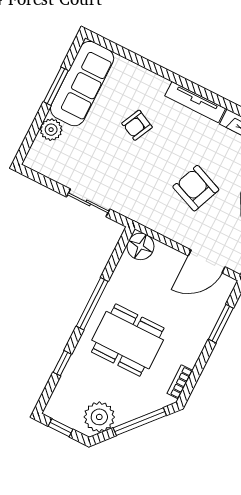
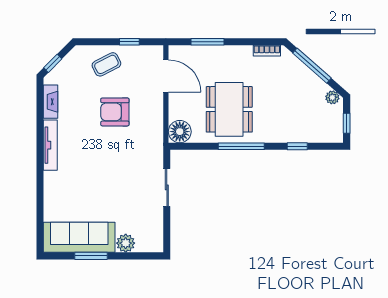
armchair: (137, 125) -> (90, 180), removed
armchair: (196, 188) -> (115, 112), turned 68
dining table: (128, 340) -> (229, 109), moved
plant: (99, 417) -> (332, 97), width x0.53, depth x0.53

